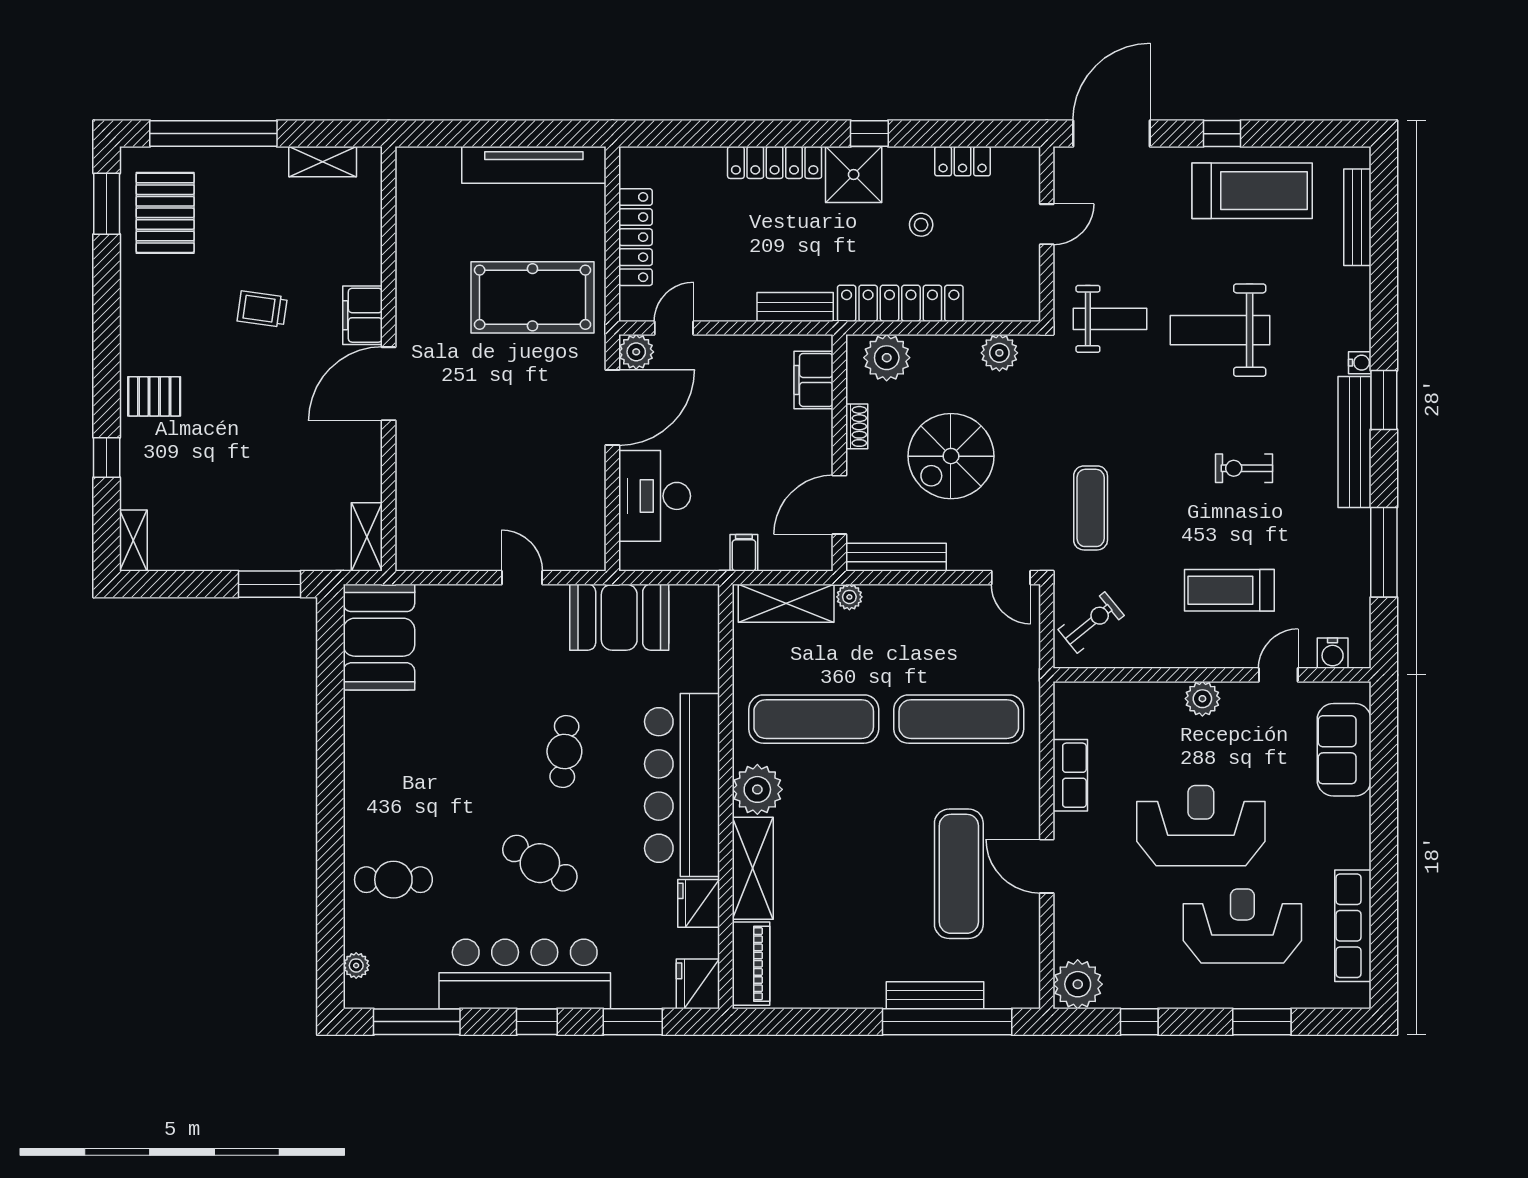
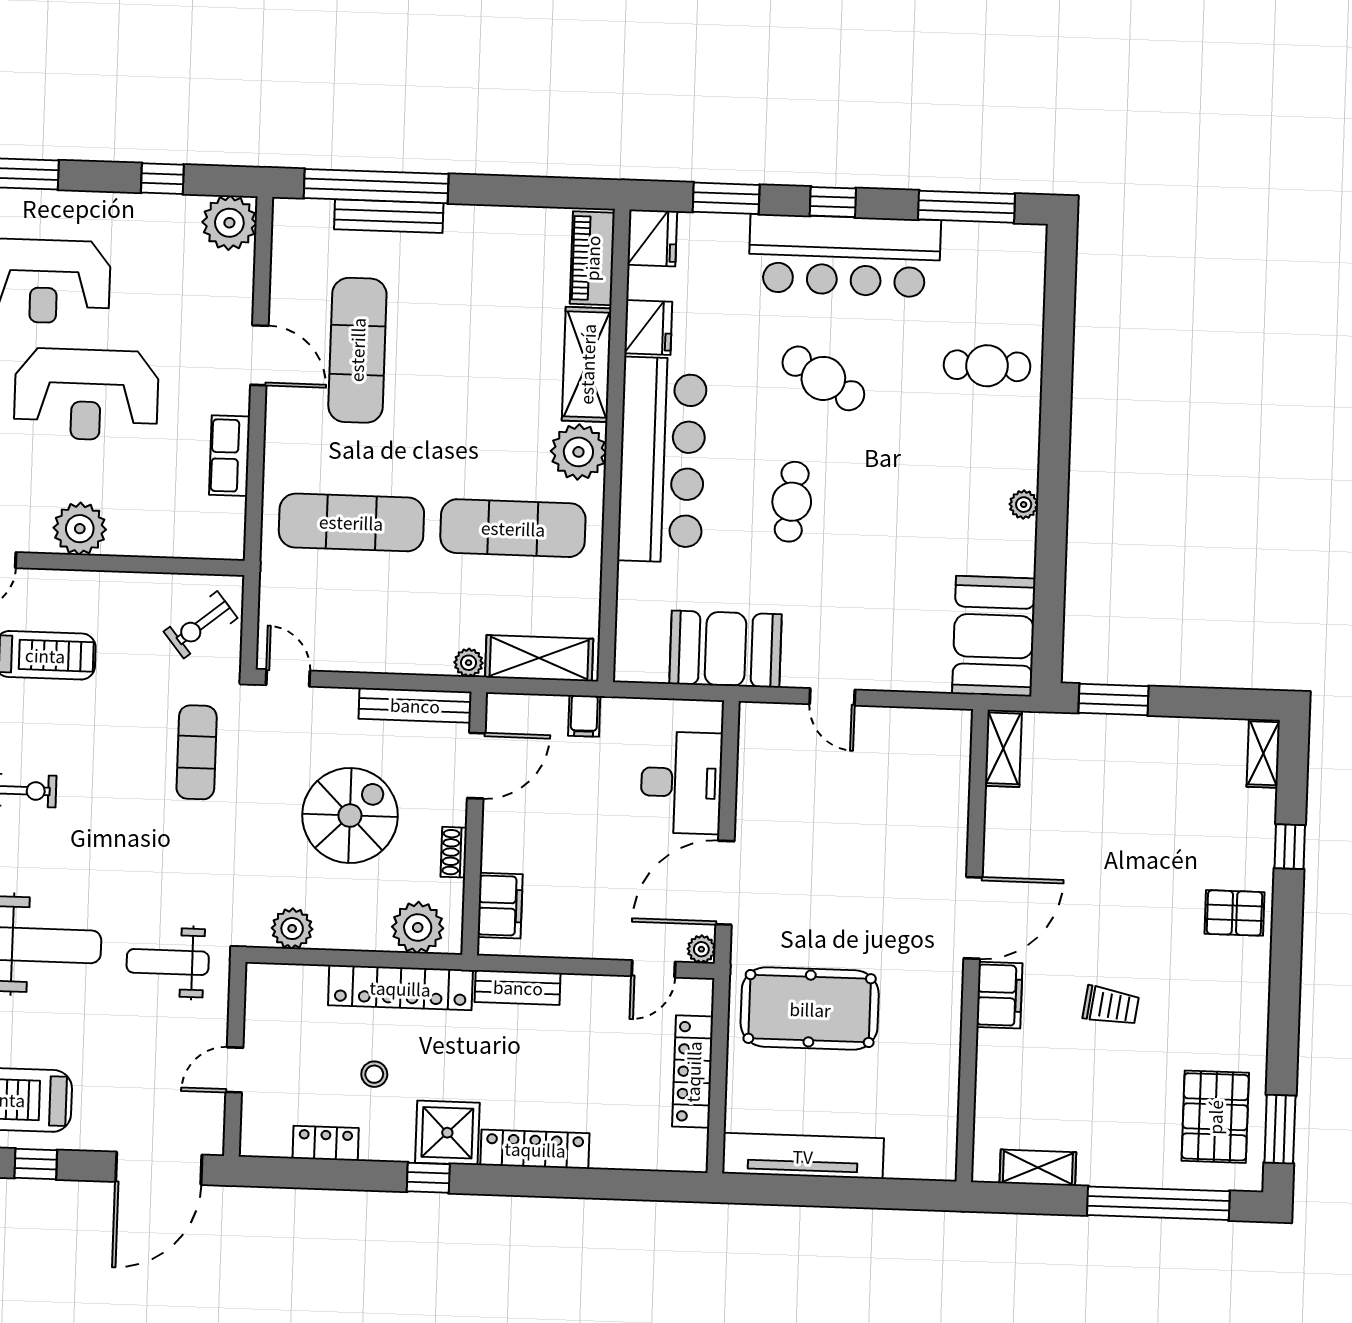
plant: (636, 352) -> (701, 949), width x0.73, depth x0.73
plant: (1202, 699) -> (80, 529), width x1.36, depth x1.36
plant: (356, 965) -> (1024, 505), moved

